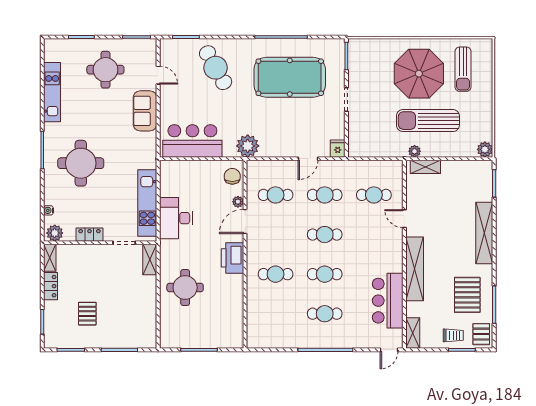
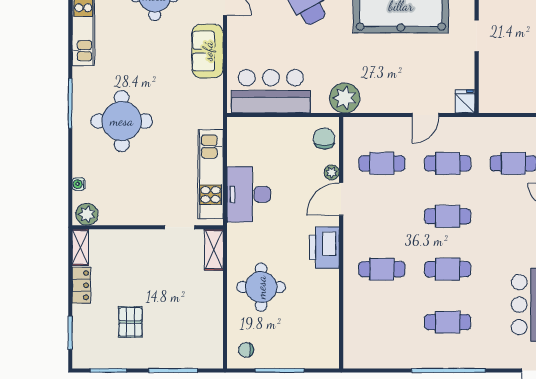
locker: (89, 235) -> (133, 216), removed
chair: (174, 335) -> (246, 350), added

